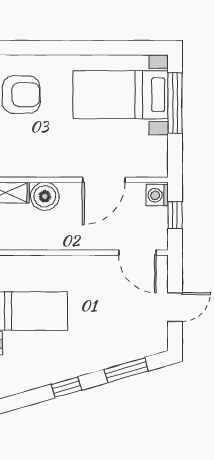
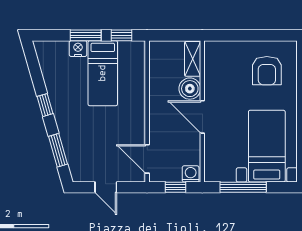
window: (175, 103) -> (243, 187), moved
door: (104, 180) -> (202, 117), moved
door: (137, 253) -> (147, 159), hinge flipped

